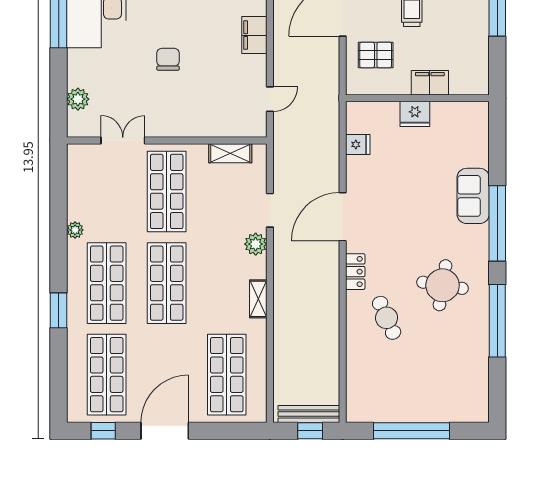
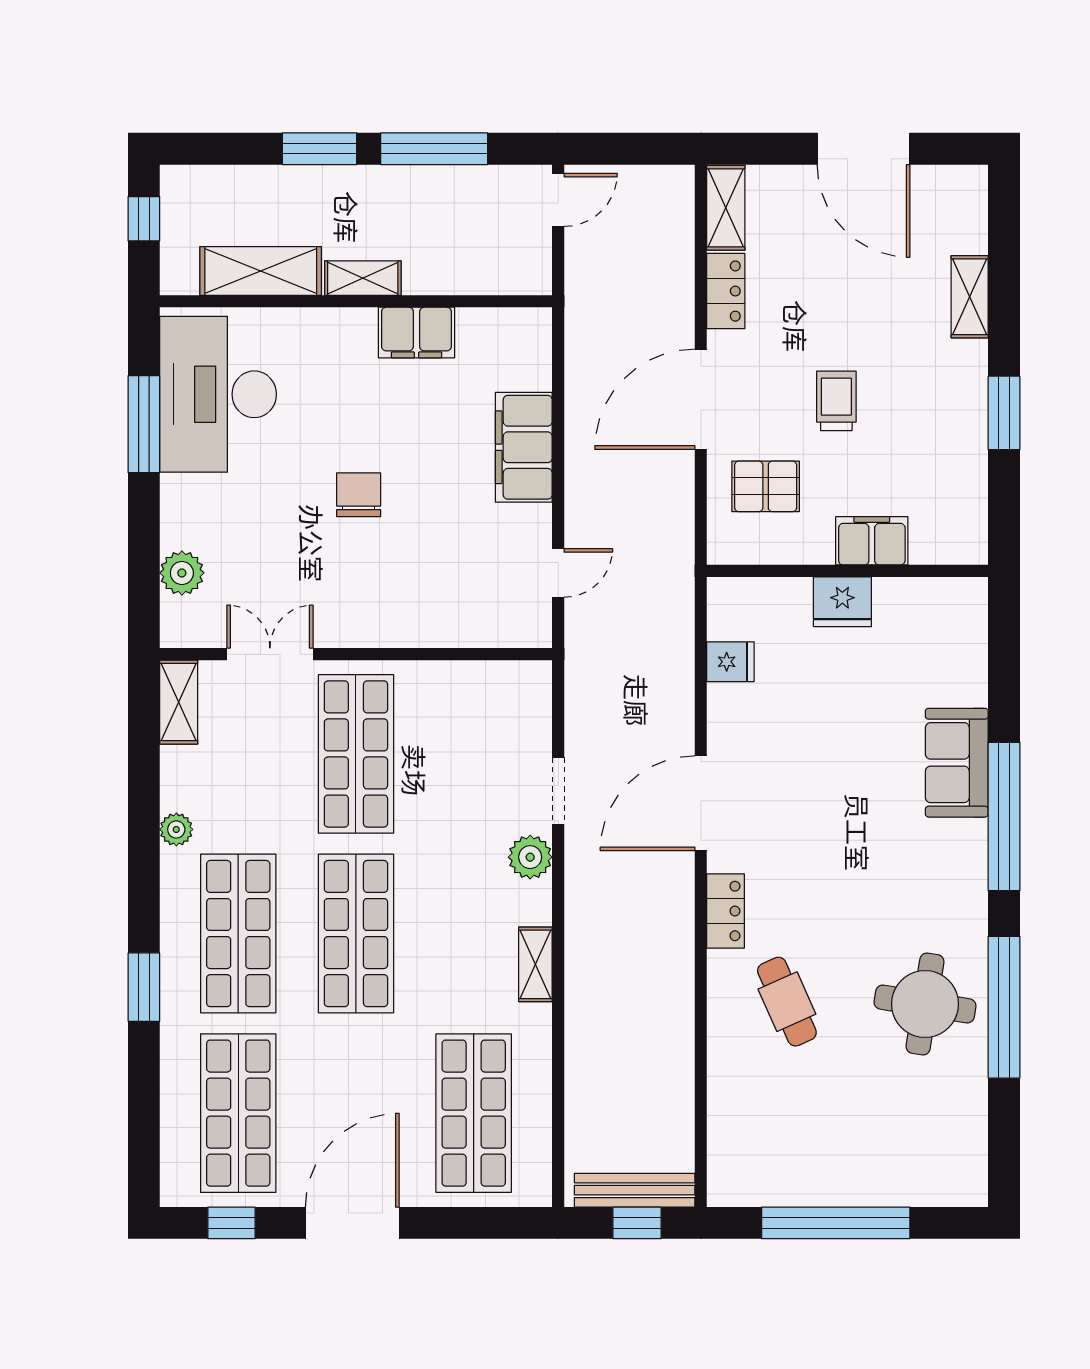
filing cabinet: (254, 35) -> (524, 447), width x1.50, depth x1.17
shelving: (230, 153) -> (179, 702), moved, turned 90
round table: (443, 285) -> (925, 1004), moved

